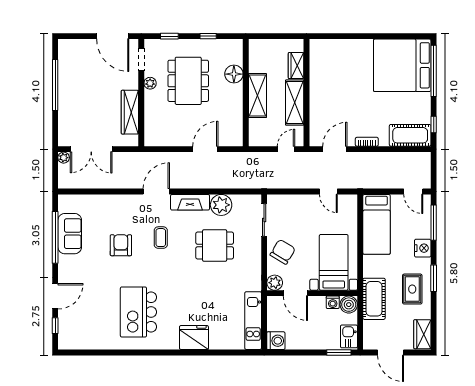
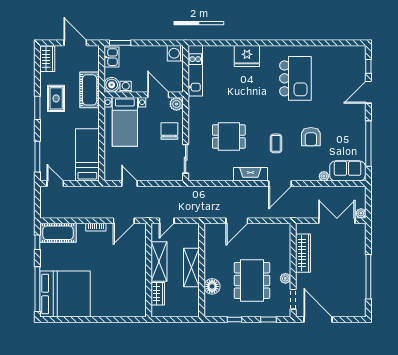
plant: (221, 205) -> (324, 176), moved, width x0.53, depth x0.53
sofa: (70, 234) -> (348, 171), moved, turned 90
nightstand: (423, 248) -> (47, 134), removed
chair: (283, 252) -> (169, 131), turned 149

